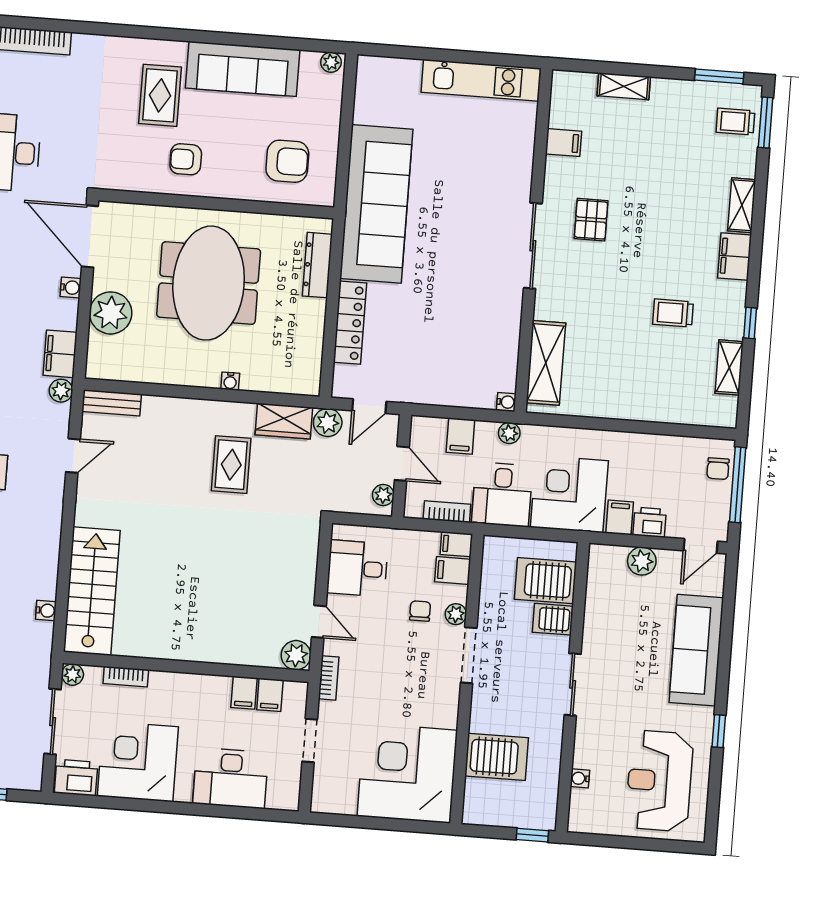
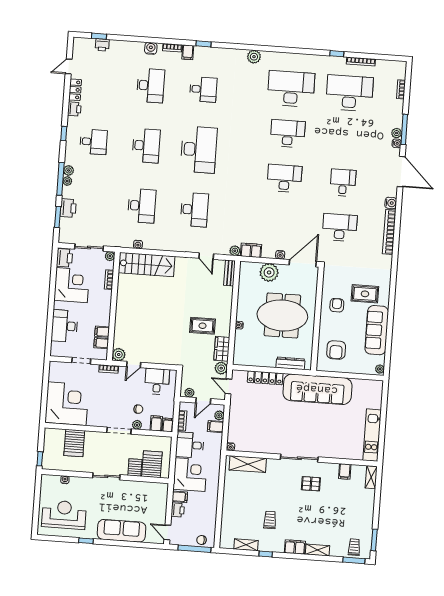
shelving: (624, 86) -> (371, 477), moved
plant: (509, 433) -> (219, 415), moved
plant: (642, 561) -> (161, 507), removed

